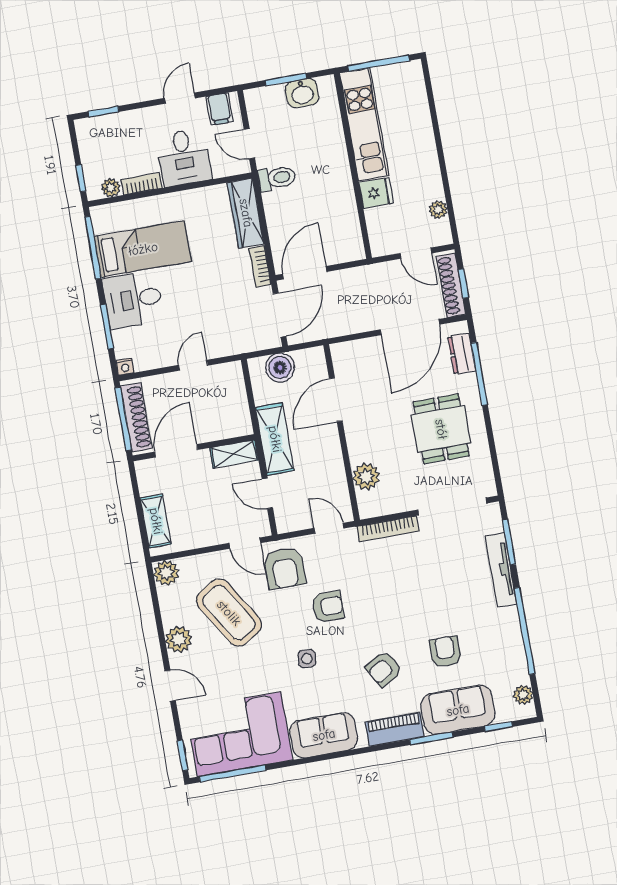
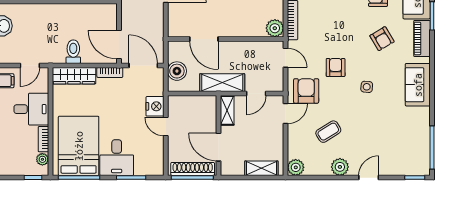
toilet: (277, 178) -> (73, 52), moved
bed: (143, 249) -> (79, 146), width x1.50
nightstand: (125, 367) -> (155, 106), moved, width x1.89, depth x1.79
plant: (366, 477) -> (275, 28), moved
door: (329, 528) -> (286, 58), swing flipped
armchair: (285, 568) -> (306, 91), turned -90
coffee table: (229, 613) -> (328, 132), width x0.54, depth x0.58
corner sofa: (239, 734) -> (408, 139), removed

